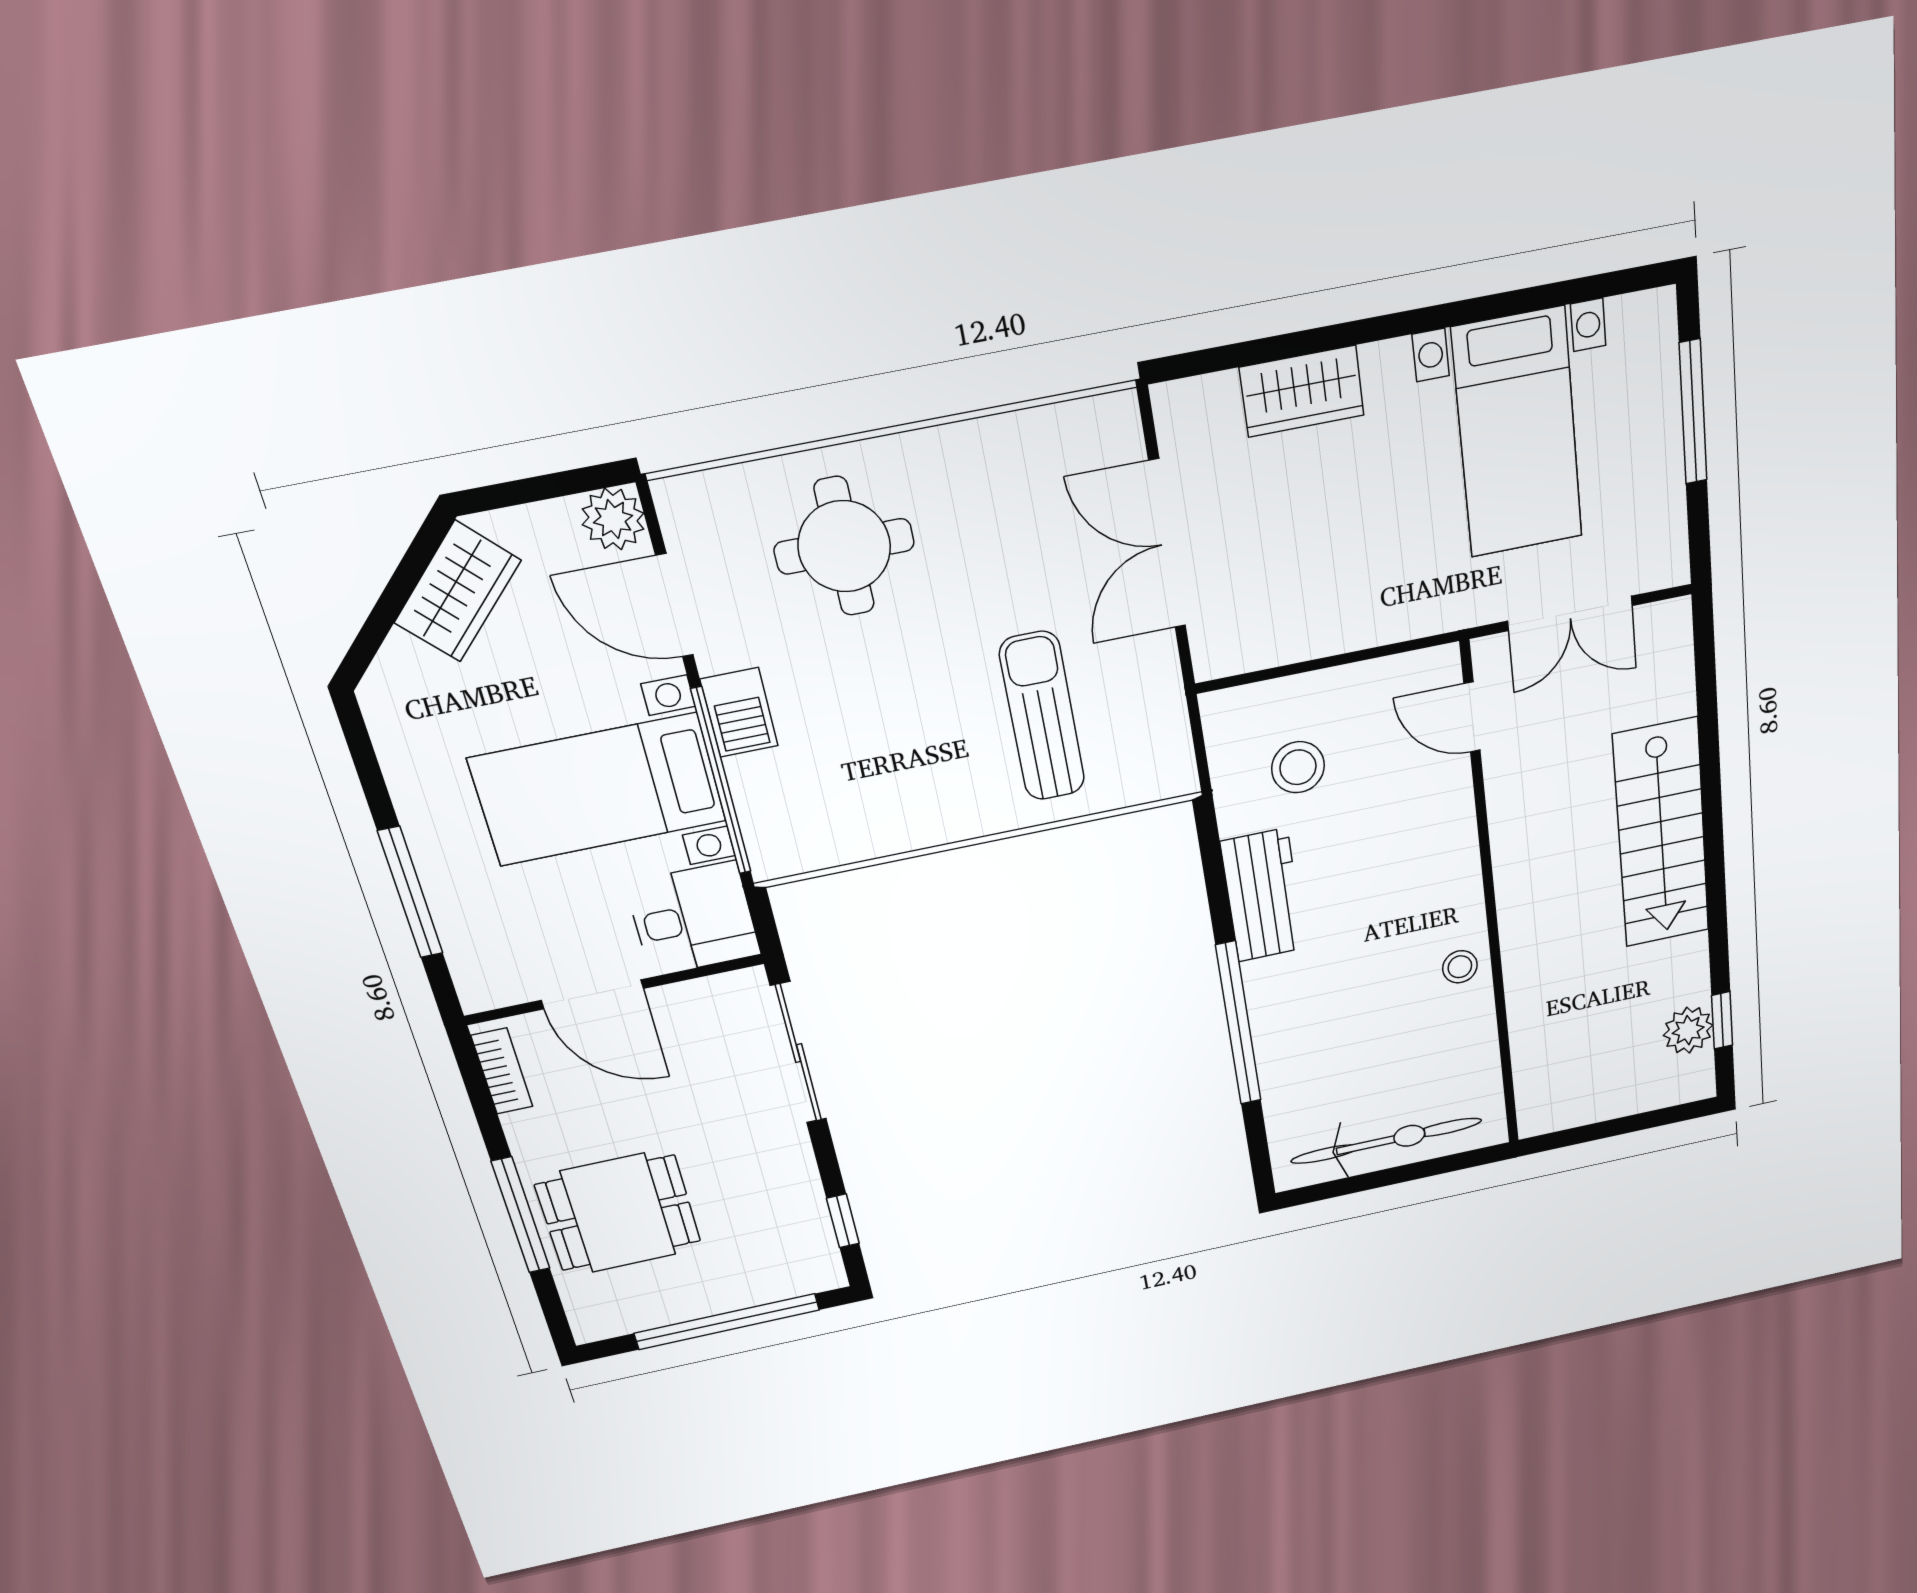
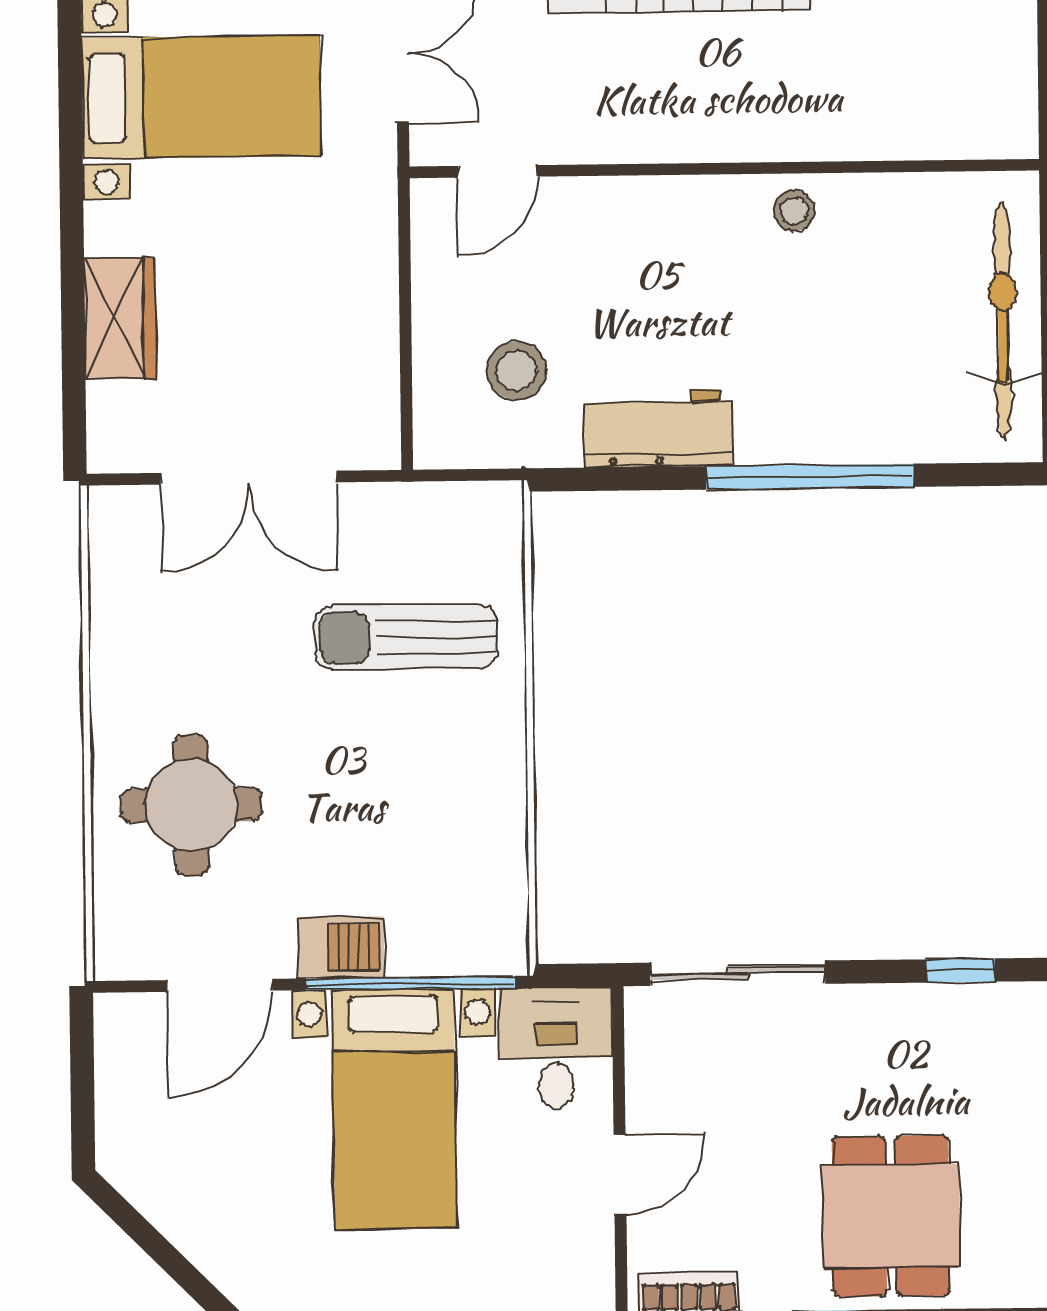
plant: (613, 519) -> (124, 1023), removed
wardrobe: (458, 591) -> (167, 1190), removed
door: (592, 994) -> (620, 1174), width x0.73

